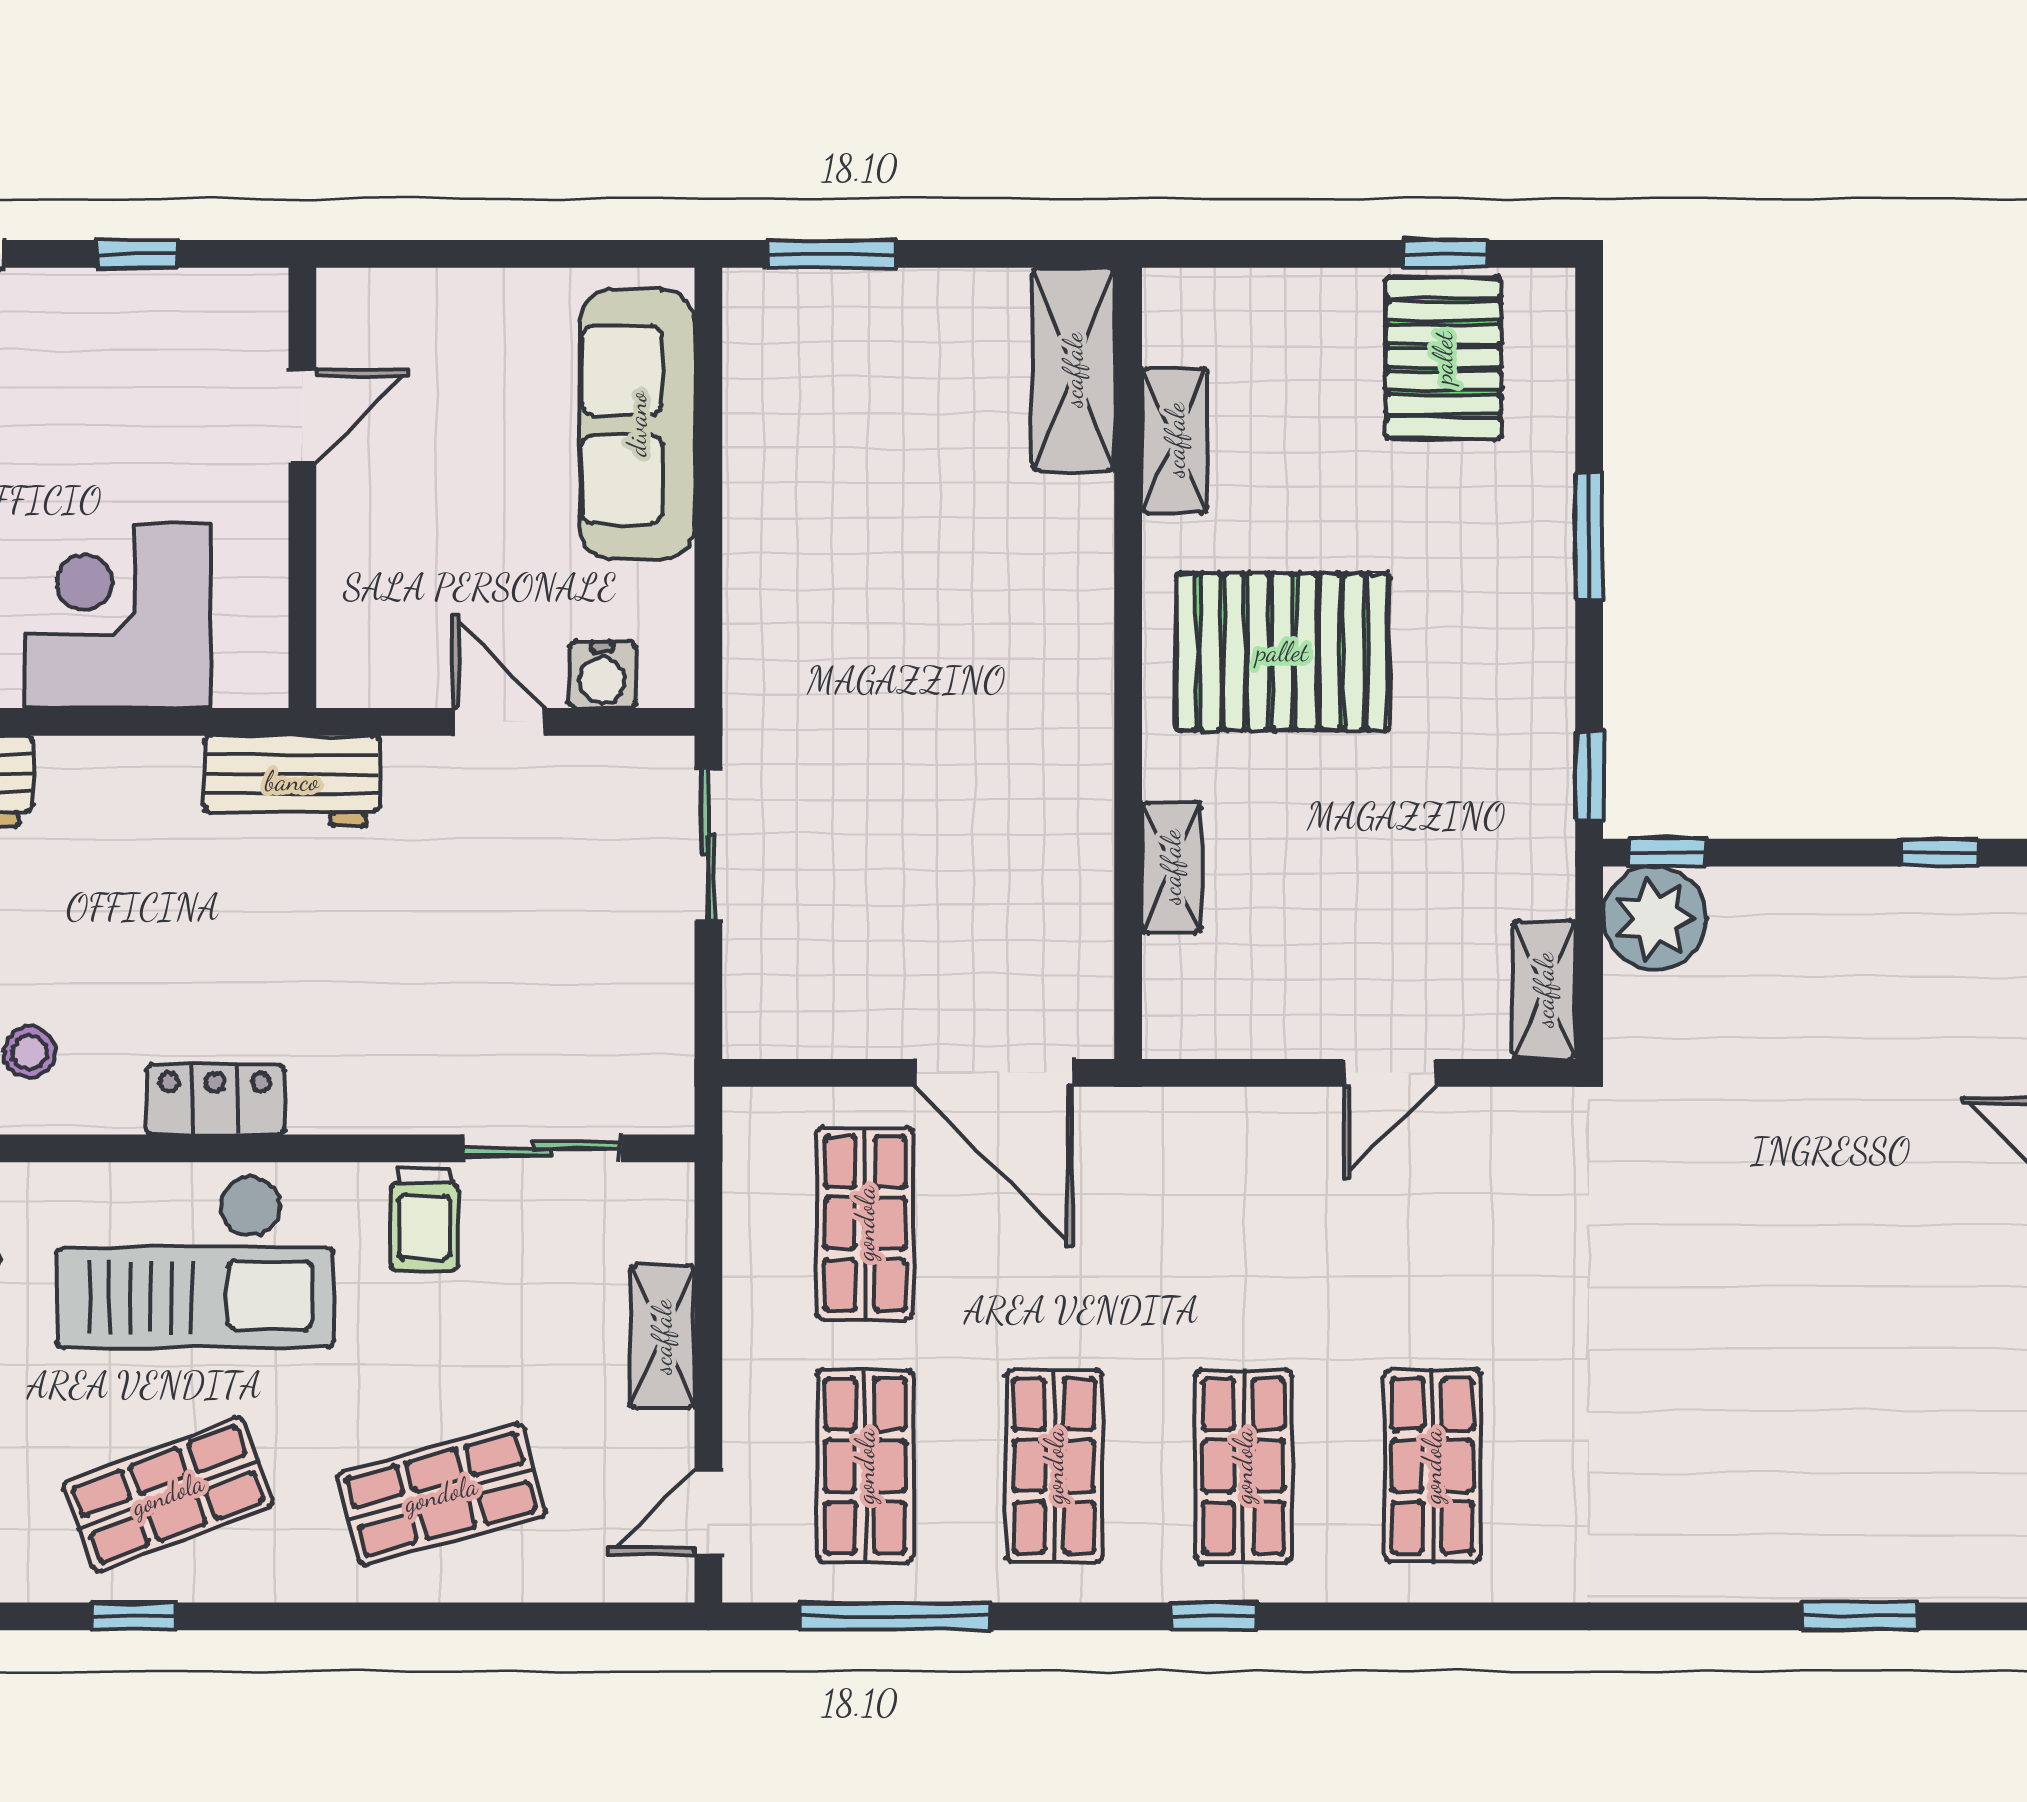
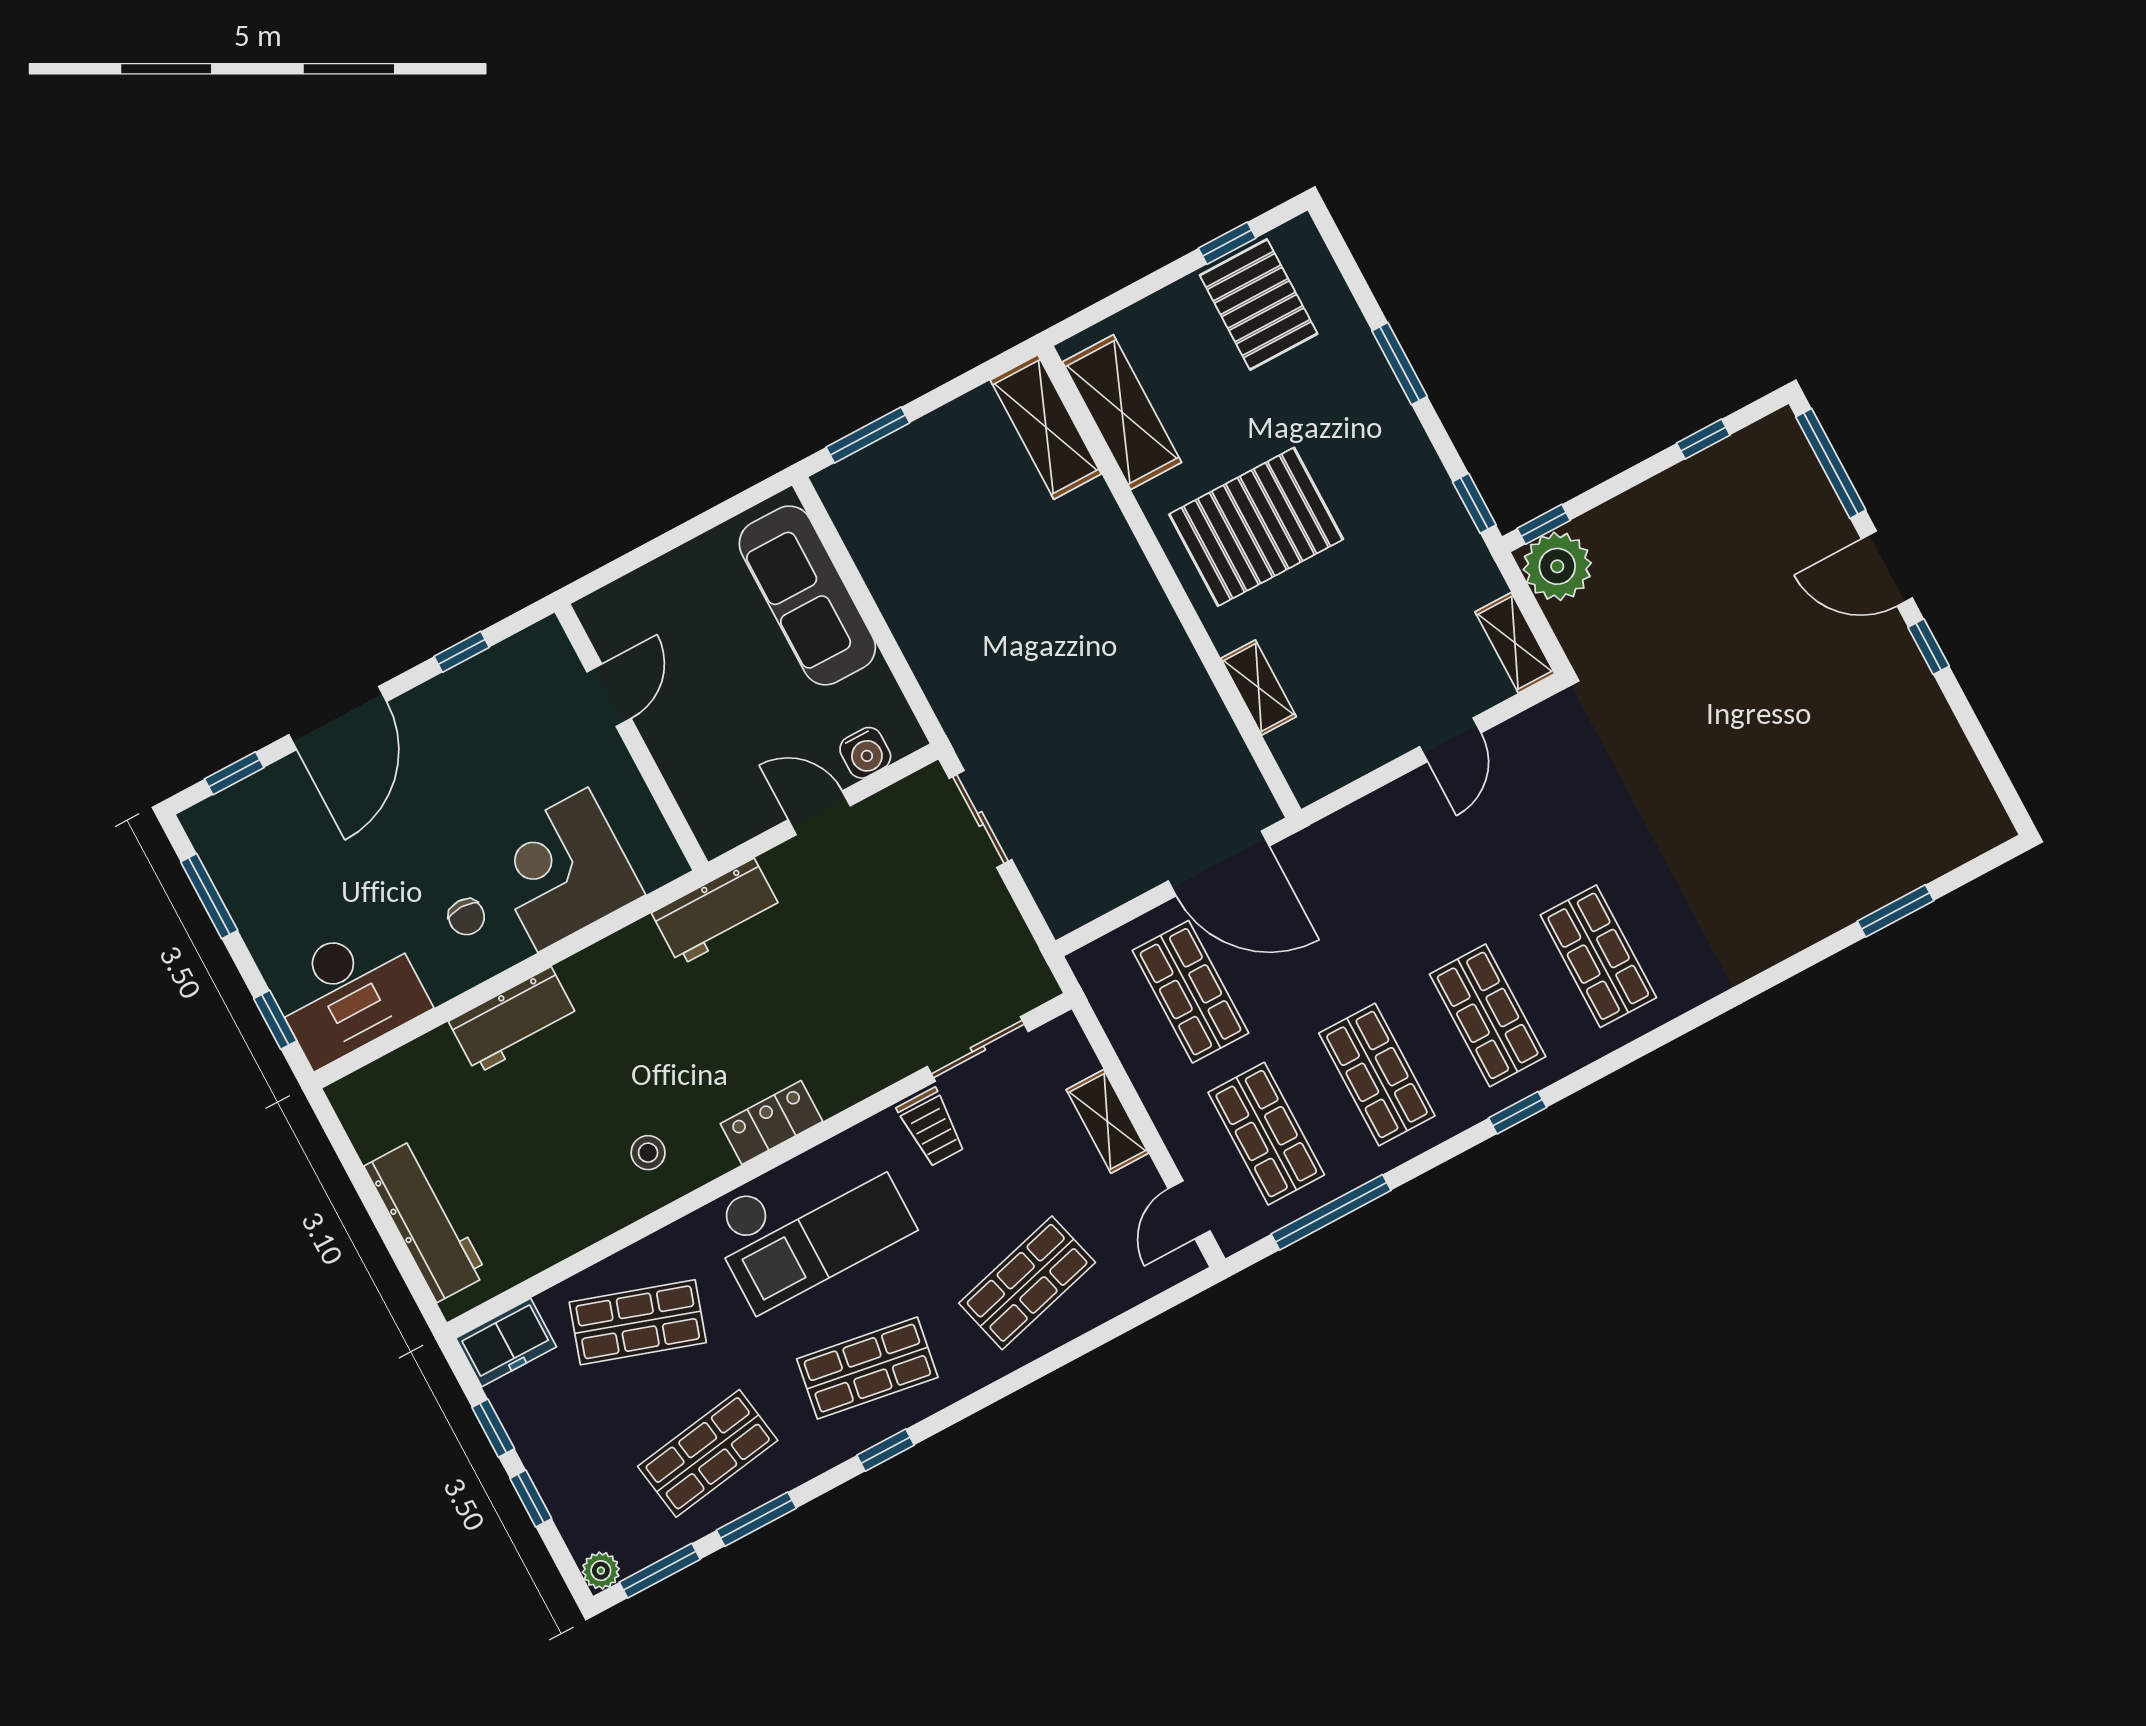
shelving: (1175, 440) -> (1122, 412), width x1.50, depth x1.33
shop shelf: (168, 1494) -> (867, 1368), turned 30

